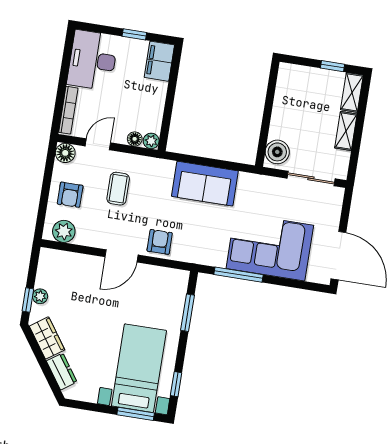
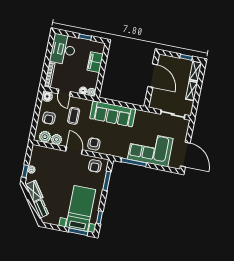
filing cabinet: (159, 61) -> (95, 62), moved
door: (269, 104) -> (153, 76), added
door: (98, 144) -> (64, 93), swing flipped
boiler: (277, 152) -> (156, 100), removed
sofa: (205, 184) -> (113, 114), width x1.36
plant: (86, 236) -> (56, 139), added
door: (122, 256) -> (74, 150), swing flipped
armchair: (163, 284) -> (95, 166), added

